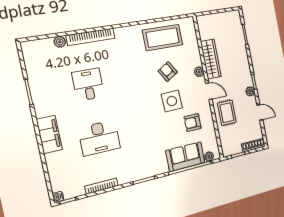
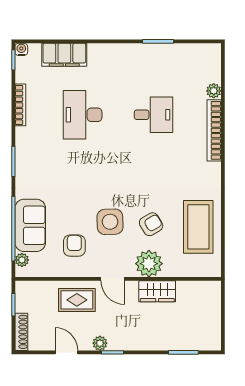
wardrobe: (211, 59) -> (157, 291), width x0.67
plant: (199, 72) -> (149, 264), width x1.88, depth x1.88
door: (209, 91) -> (113, 279), hinge flipped
door: (260, 112) -> (66, 352), swing flipped
filing cabinet: (49, 134) -> (64, 55), moved

